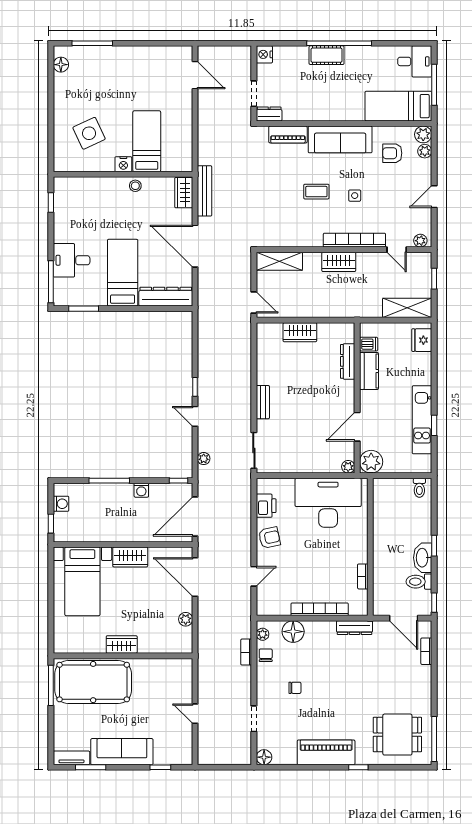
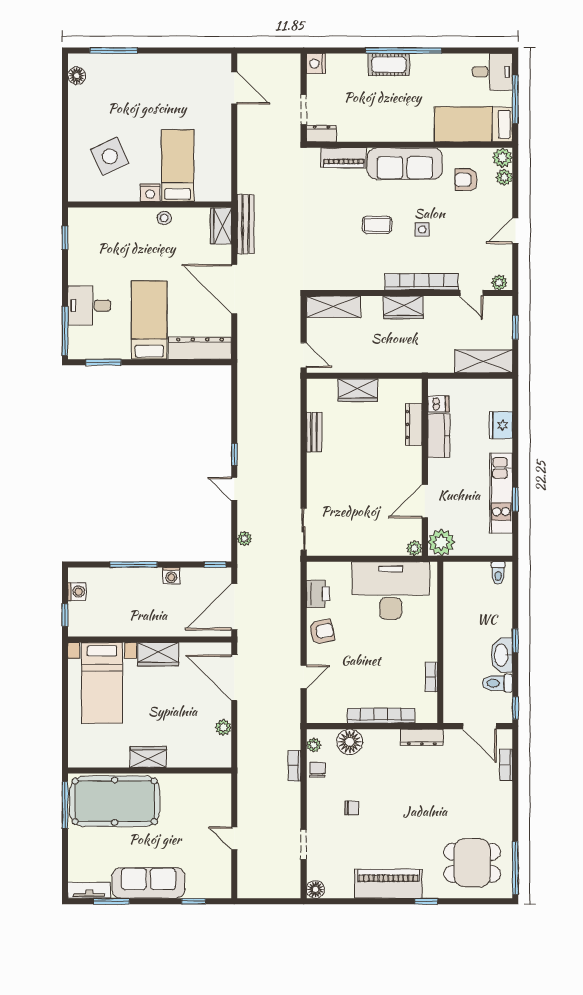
fridge: (422, 340) -> (501, 425), moved
bench: (263, 402) -> (314, 432), moved

